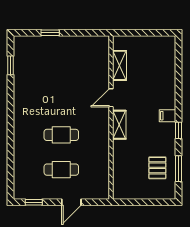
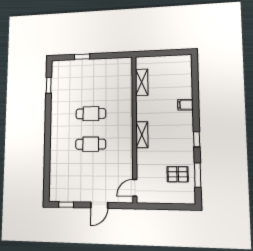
door: (111, 98) -> (135, 188), moved
filing cabinet: (167, 116) -> (185, 105), moved
pallet: (157, 168) -> (178, 174), turned 90
cafe table: (61, 170) -> (91, 114), moved

